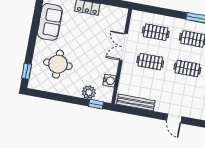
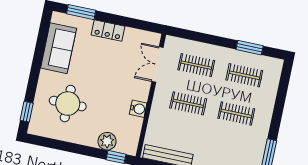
double door: (123, 47) -> (157, 64), moved
water cooler: (110, 81) -> (138, 109), moved

